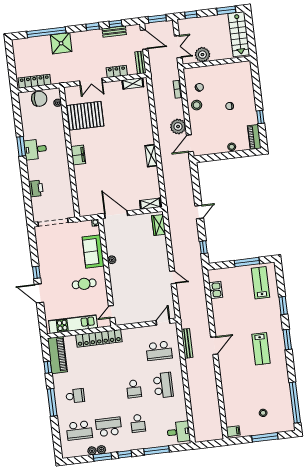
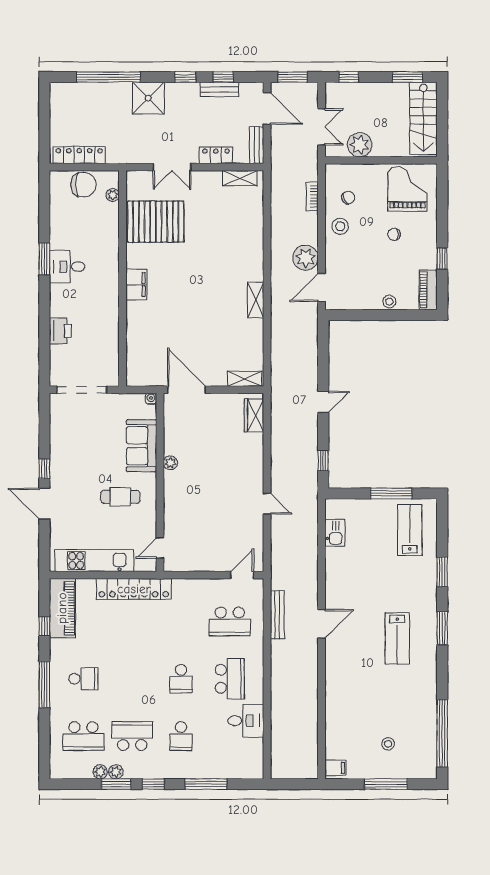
shower: (61, 43) -> (148, 98), moved
grand piano: (234, 78) -> (407, 189), added
desk: (179, 432) -> (246, 721), moved

